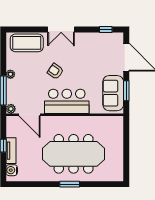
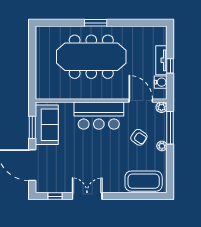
double door: (61, 30) -> (87, 196), moved
armchair: (55, 71) -> (139, 137), moved
water cooler: (12, 170) -> (161, 82), moved

